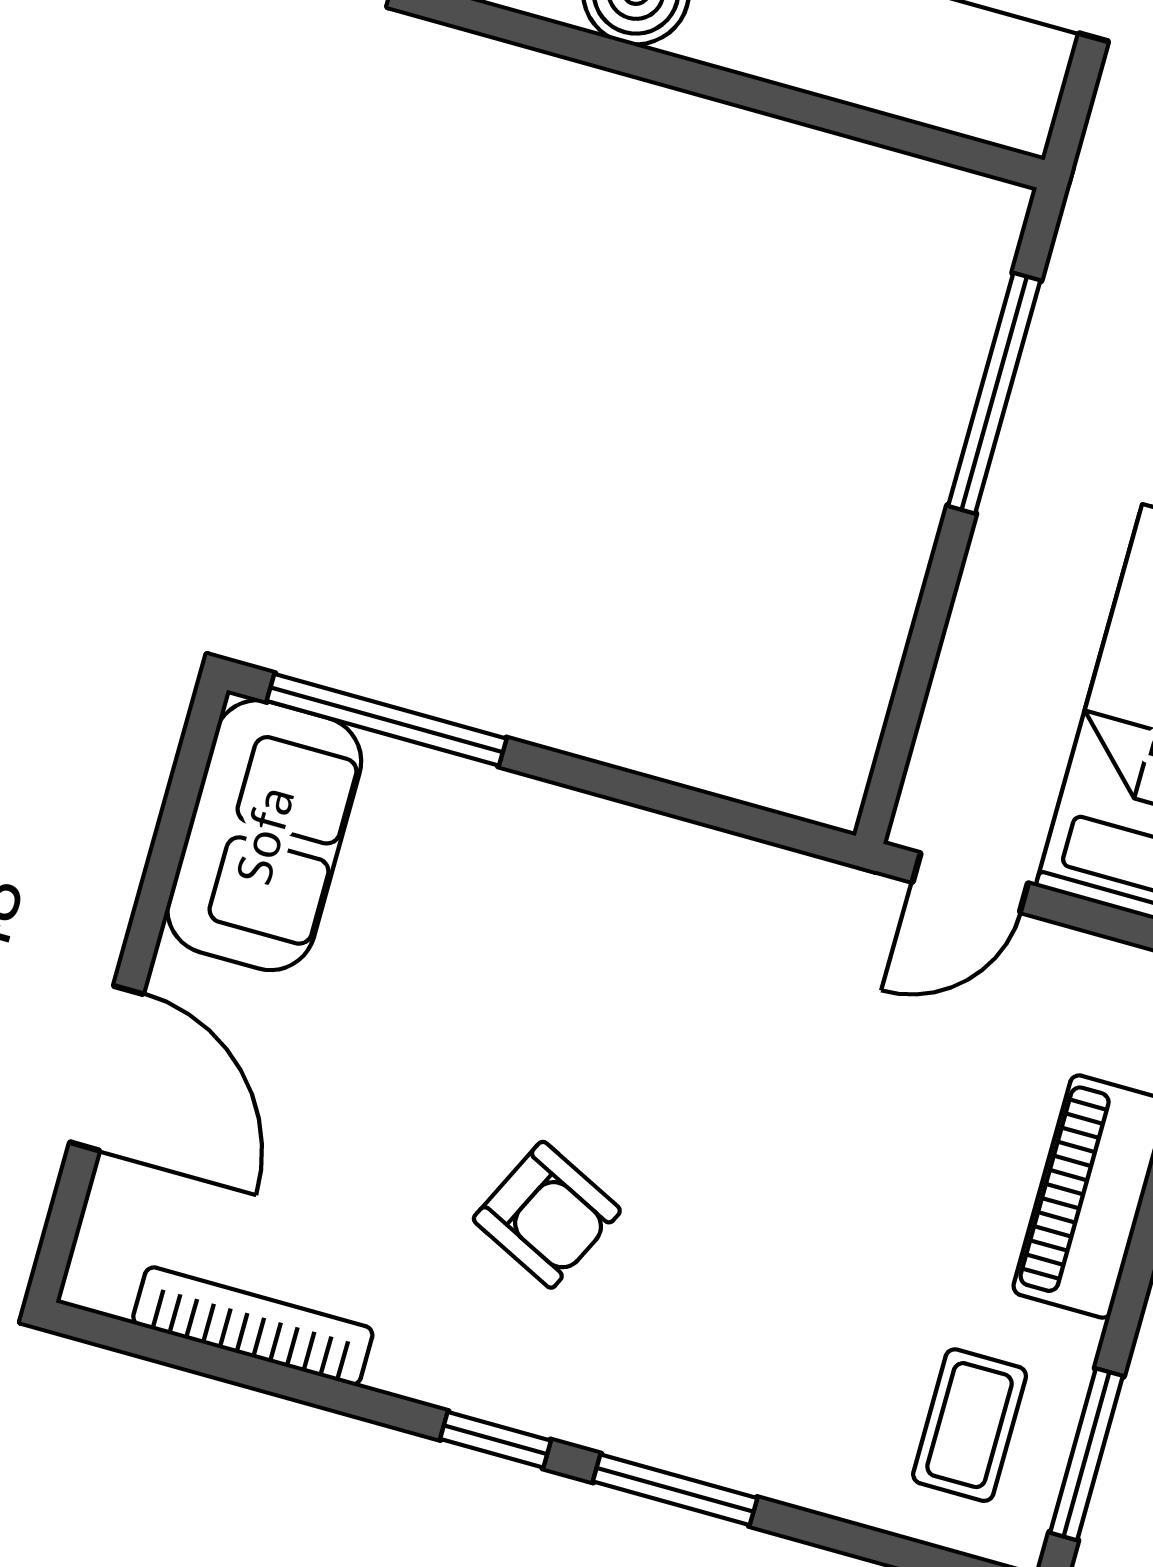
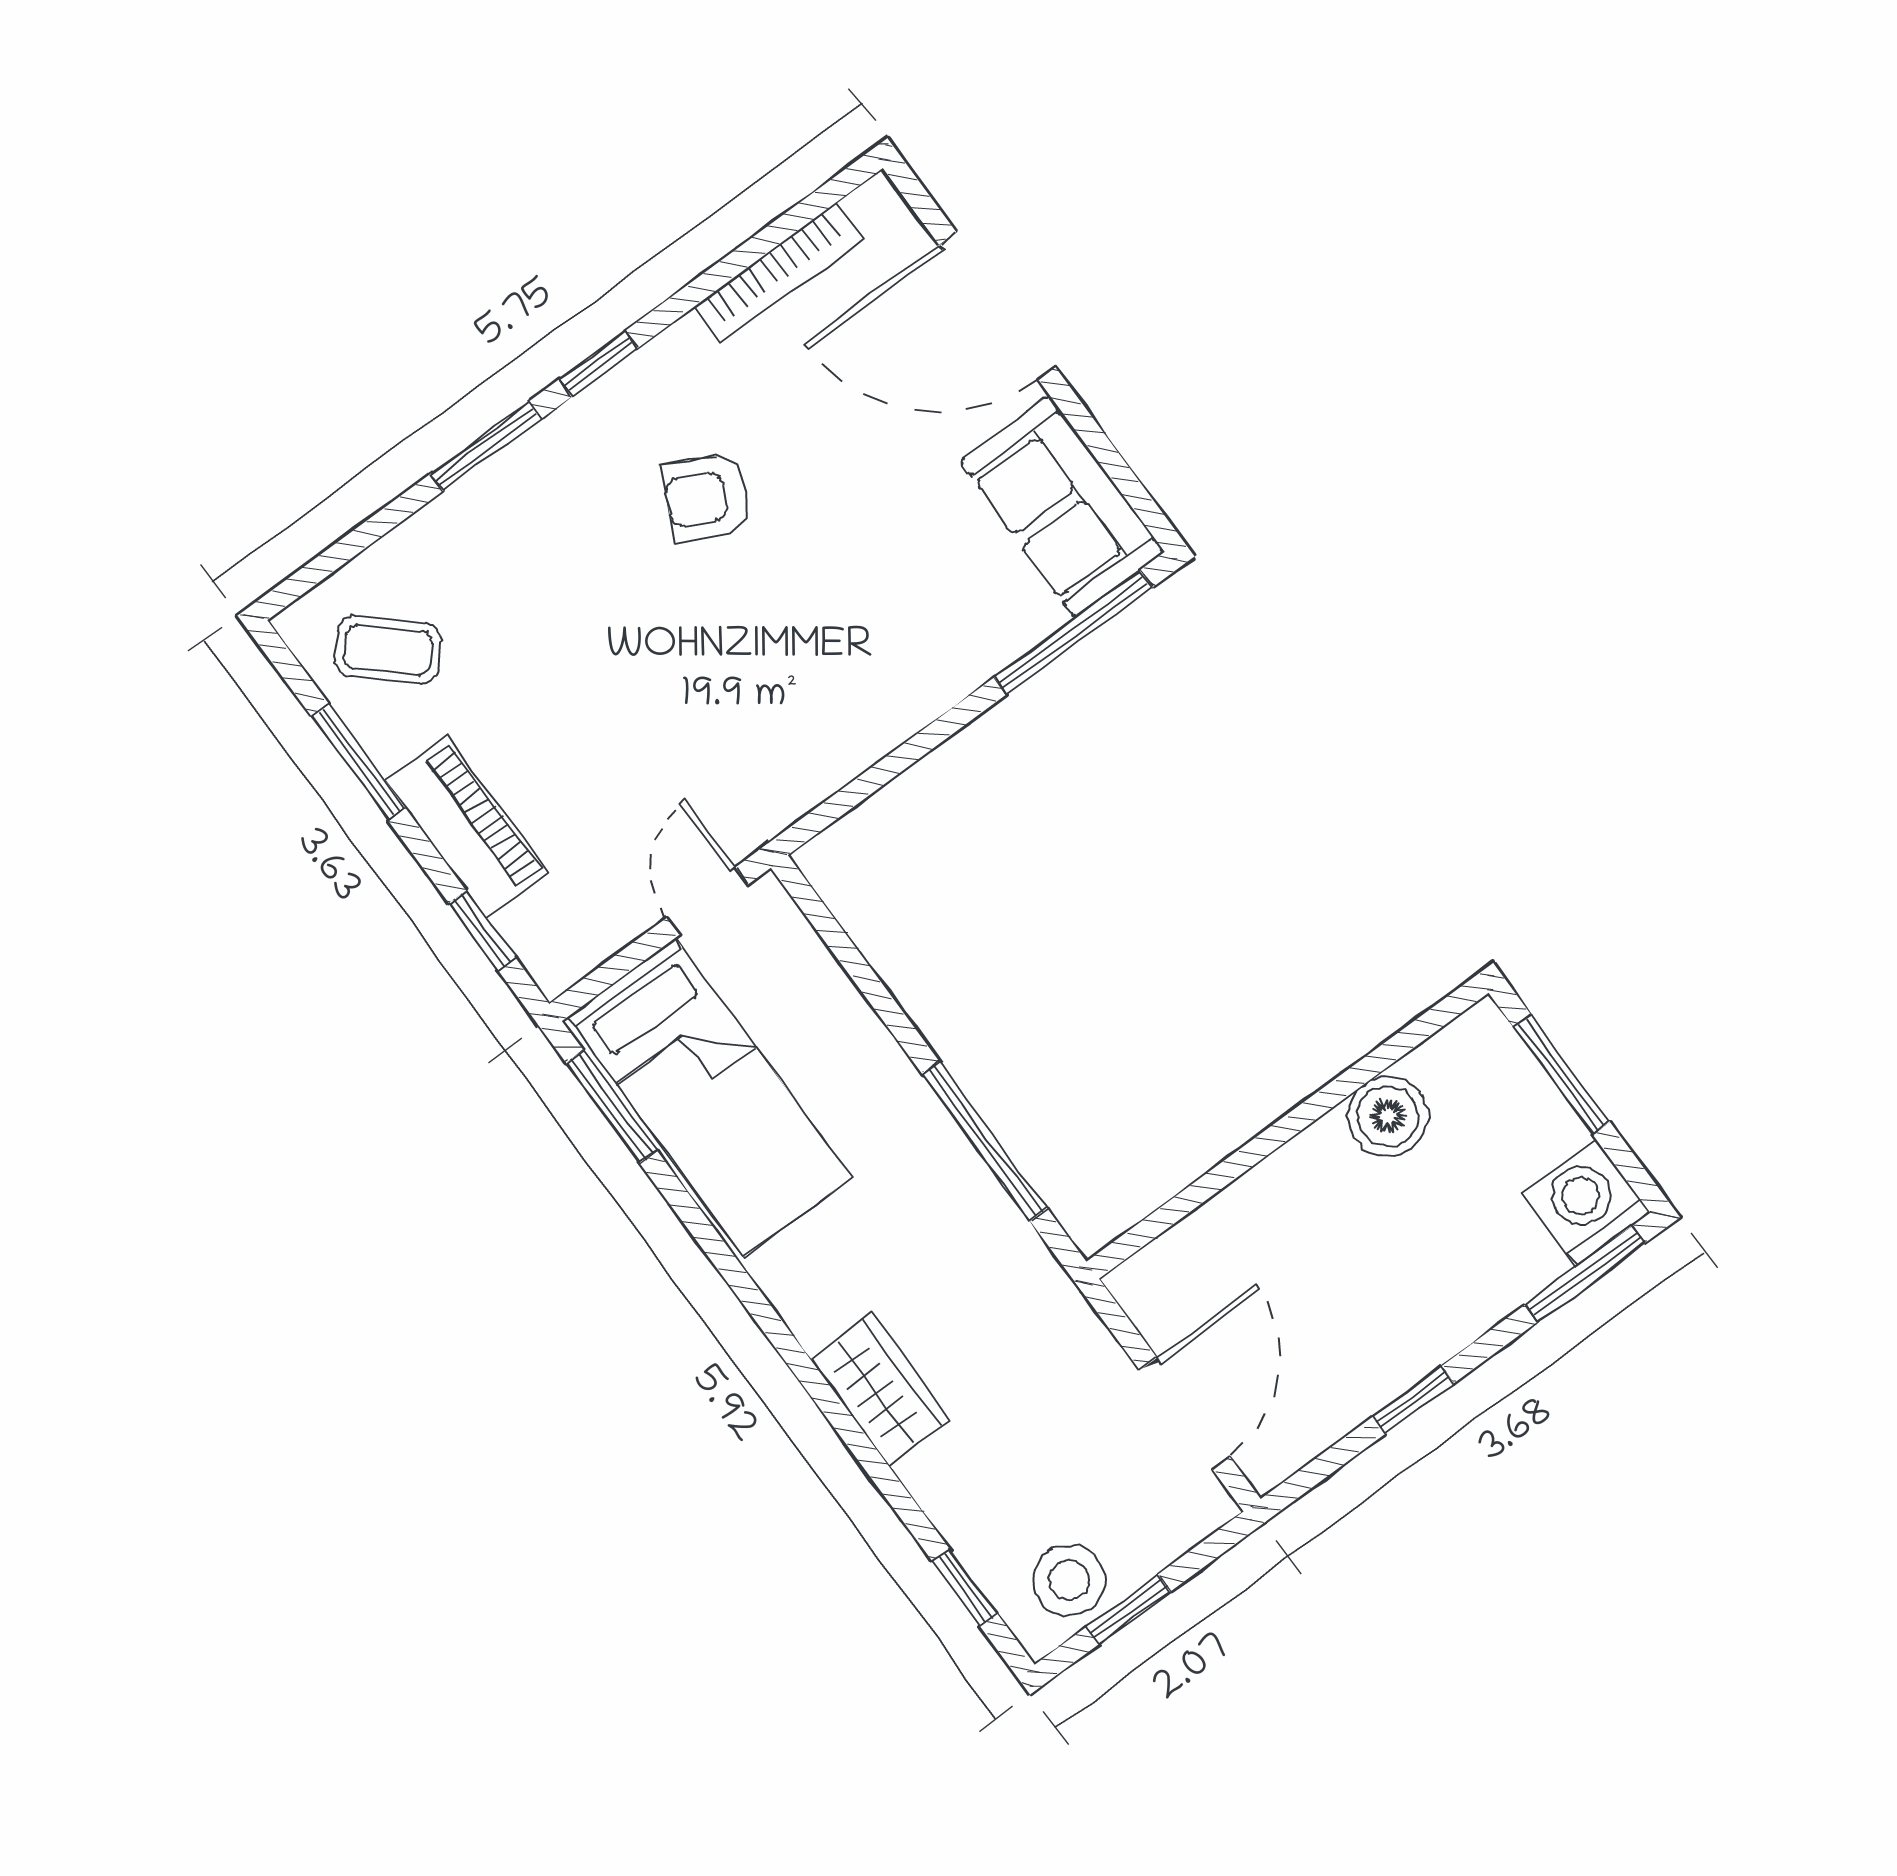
door: (106, 1068) -> (997, 306), width x1.36
coffee table: (970, 1425) -> (388, 650), turned -48
window: (1086, 1454) -> (358, 762), moved

